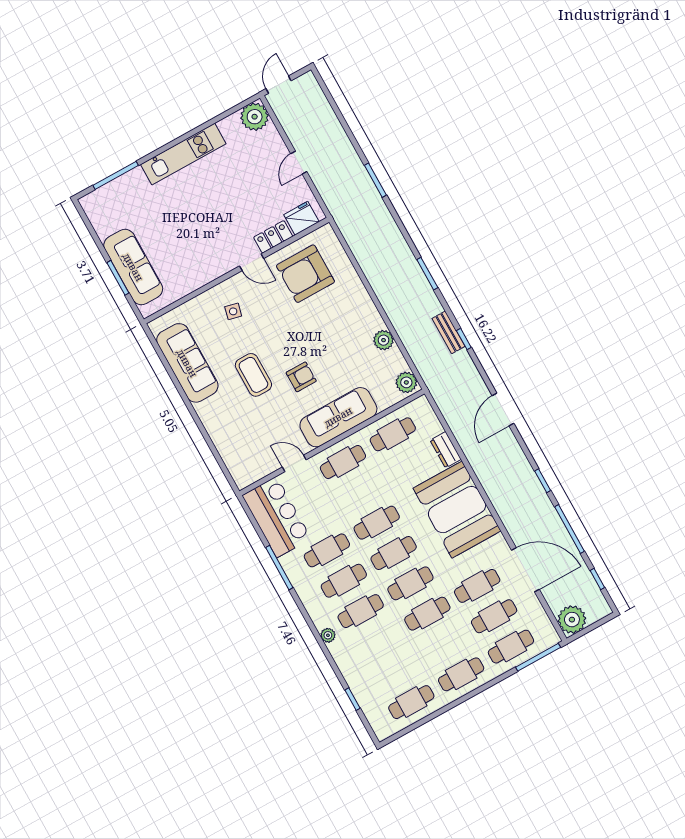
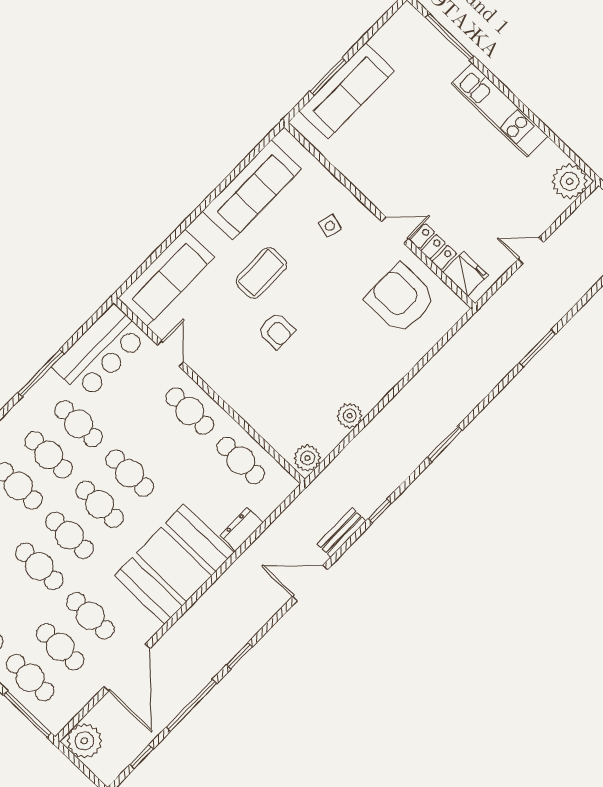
door: (252, 262) -> (395, 230), swing flipped
bench: (449, 332) -> (341, 532), moved
sofa: (338, 417) -> (166, 278), moved, turned 90

